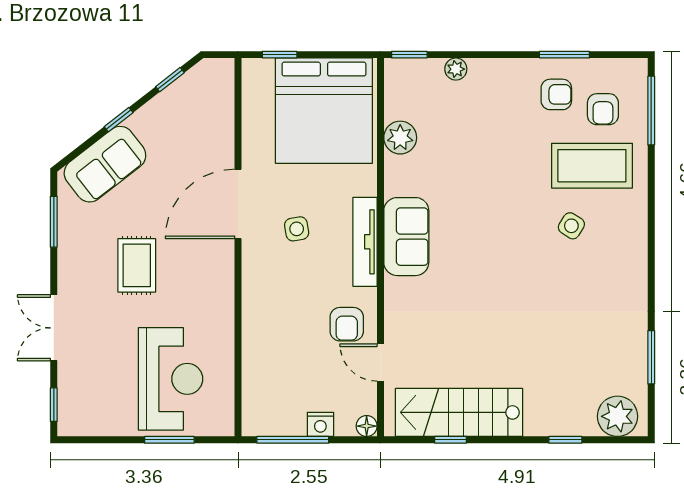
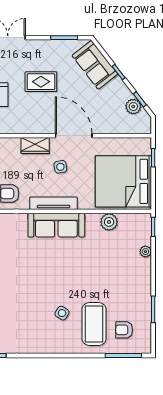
plant: (183, 92) -> (133, 107), added
armchair: (556, 94) -> (132, 305), removed
sofa: (406, 237) -> (56, 225), width x1.36
wardrobe: (257, 276) -> (35, 146), added

